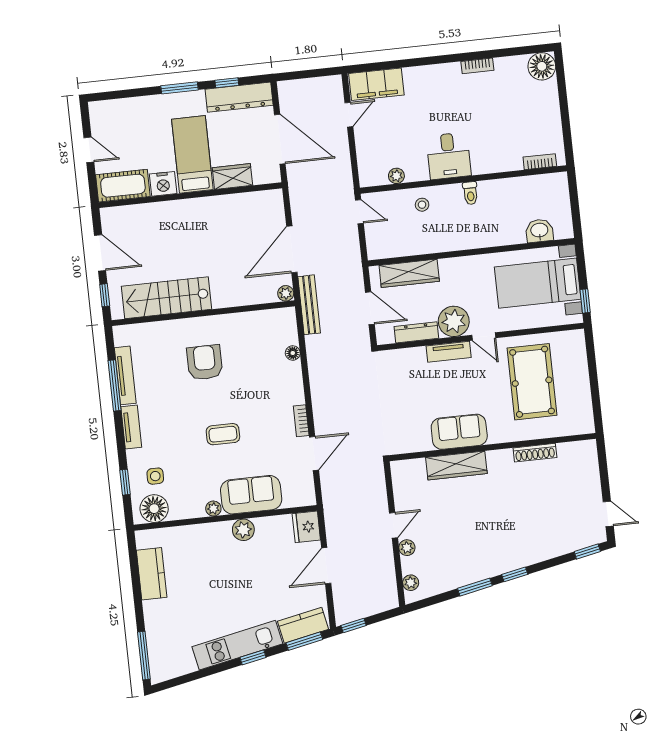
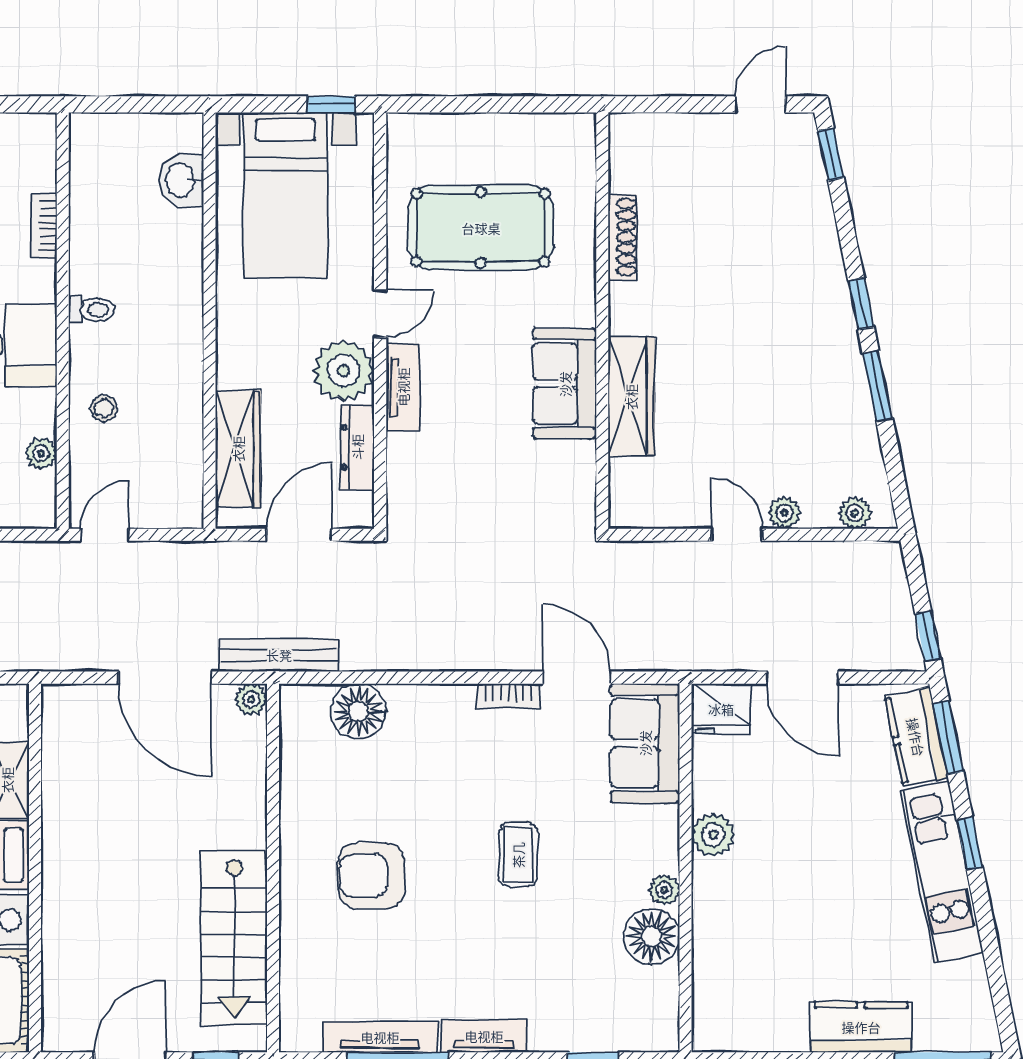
bookcase: (540, 162) -> (44, 226), moved
floor lamp: (293, 353) -> (359, 711), width x1.89, depth x1.89
side table: (155, 476) -> (587, 999), removed
sofa: (251, 495) -> (645, 743), moved
floor lamp: (154, 509) -> (652, 936), moved
kitchen counter: (152, 574) -> (861, 1027), moved

